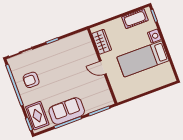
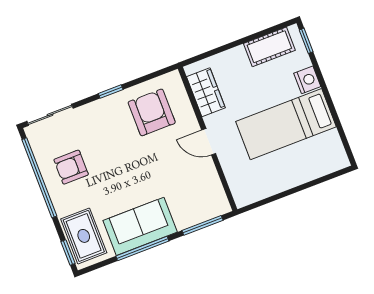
armchair: (73, 52) -> (152, 112), added

